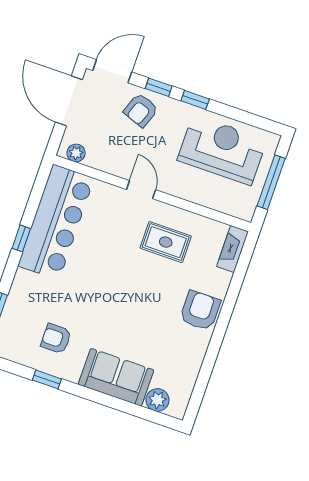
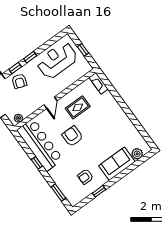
window: (271, 182) -> (83, 50), width x0.46
door: (141, 190) -> (50, 103), swing flipped
armchair: (200, 310) -> (72, 136), moved

